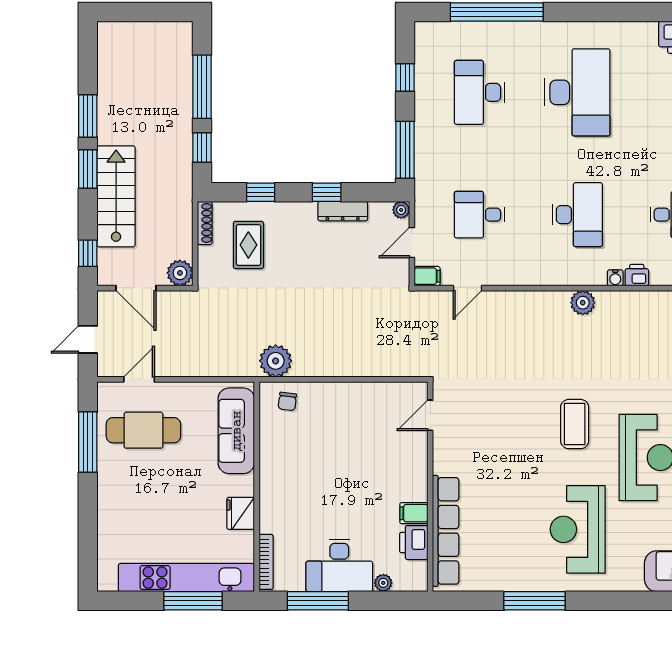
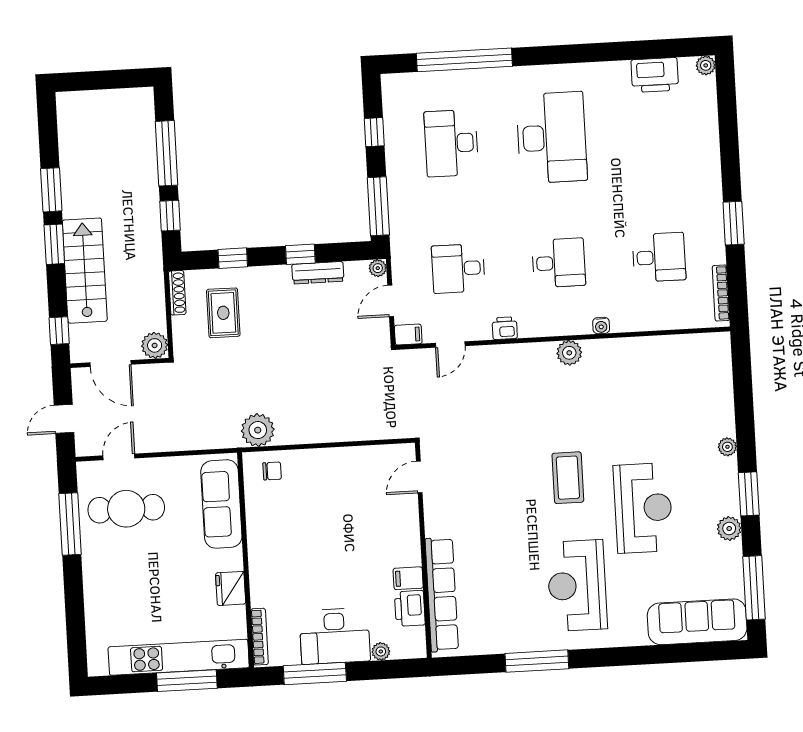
desk: (577, 215) -> (559, 263), width x0.73
printer: (637, 275) -> (505, 328), moved
chair: (287, 401) -> (272, 471), turned -97

